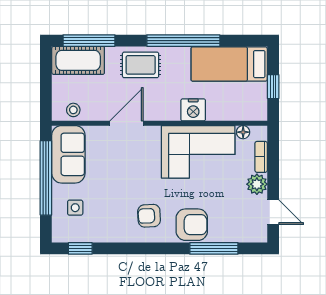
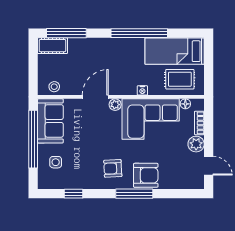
cot: (78, 60) -> (52, 46), width x0.73, depth x0.75
rug: (141, 65) -> (180, 79), moved
window: (273, 87) -> (209, 69), removed
nightstand: (193, 110) -> (142, 90), width x0.53, depth x0.56
plant: (152, 133) -> (115, 105), added
window: (80, 248) -> (74, 194), moved
window: (214, 248) -> (134, 194), moved

